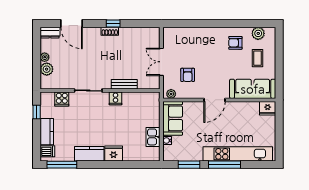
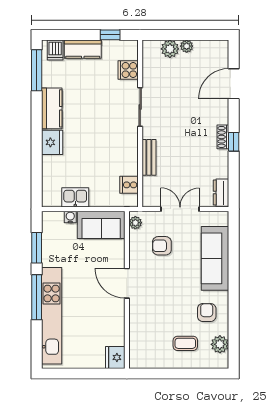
dresser: (50, 33) -> (221, 193), moved
sofa: (253, 89) -> (215, 258), moved, turned 180
cooker: (115, 98) -> (129, 185), moved

